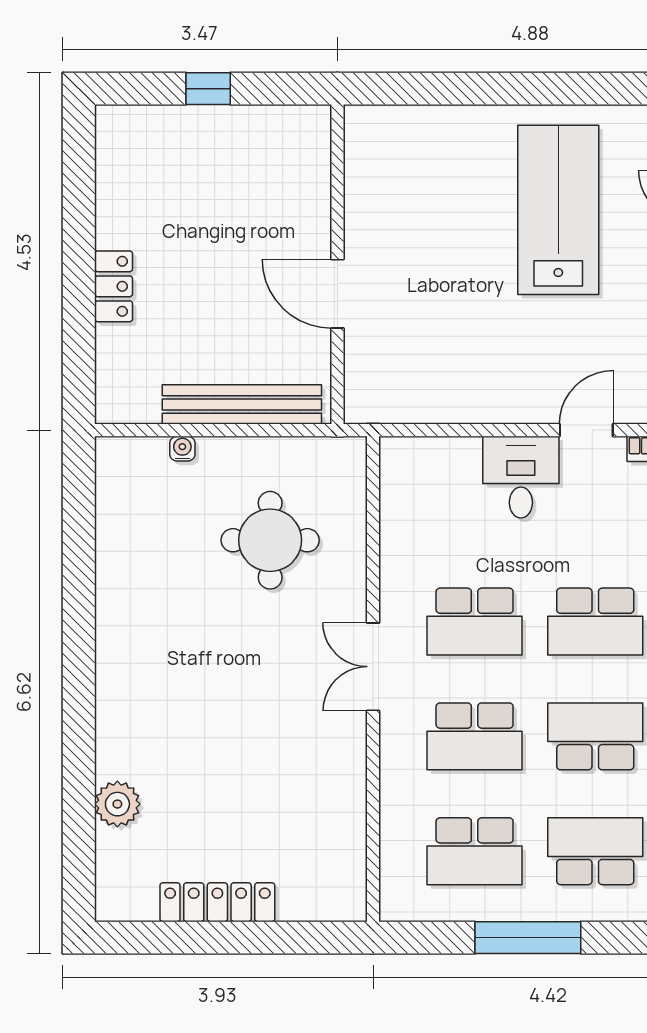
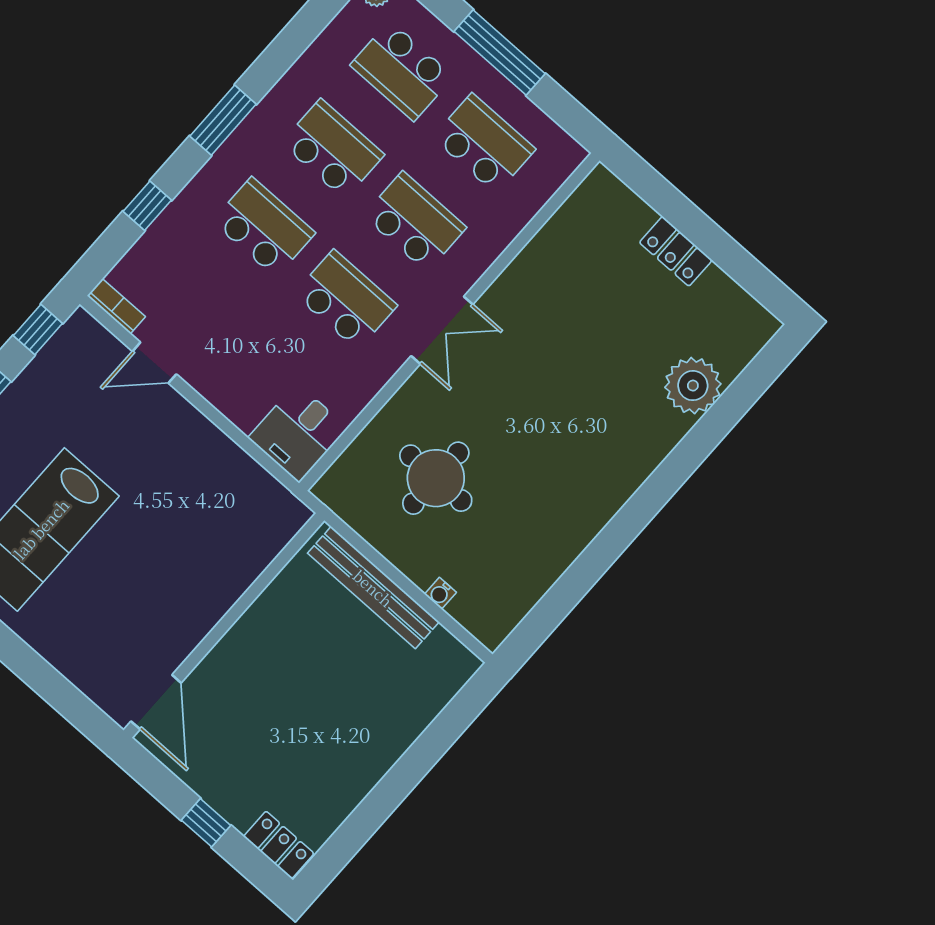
locker: (114, 286) -> (279, 845), moved, turned 90
door: (337, 294) -> (156, 702), moved
desk: (521, 477) -> (298, 433), moved
school desk: (595, 736) -> (333, 149), turned 180
plant: (117, 804) -> (693, 386), width x1.36, depth x1.36
locker: (217, 902) -> (676, 251), width x0.66

